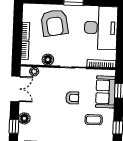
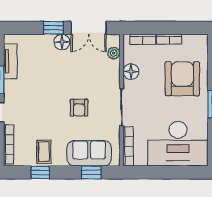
armchair: (54, 23) -> (182, 79), turned 100
floor lamp: (24, 118) -> (62, 42), moved
coffee table: (94, 120) -> (44, 152), moved
window: (14, 126) -> (53, 28), moved

